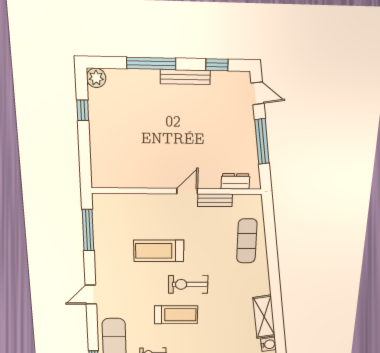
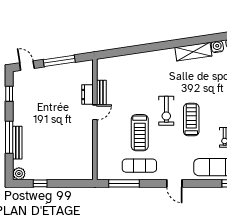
bench: (185, 77) -> (17, 143), moved
door: (258, 93) -> (27, 66), hinge flipped
dresser: (235, 181) -> (87, 94), moved
door: (187, 191) -> (95, 112), swing flipped
exercise mat: (247, 241) -> (139, 166), moved

